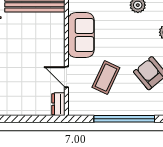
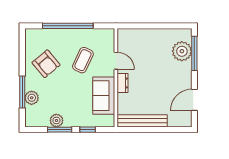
dresser: (58, 104) -> (123, 83), moved

